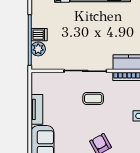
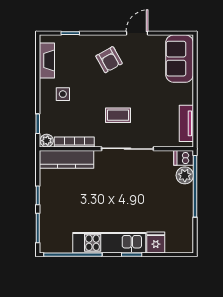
dishwasher: (39, 35) -> (184, 158), moved
tv unit: (37, 109) -> (186, 123), moved

